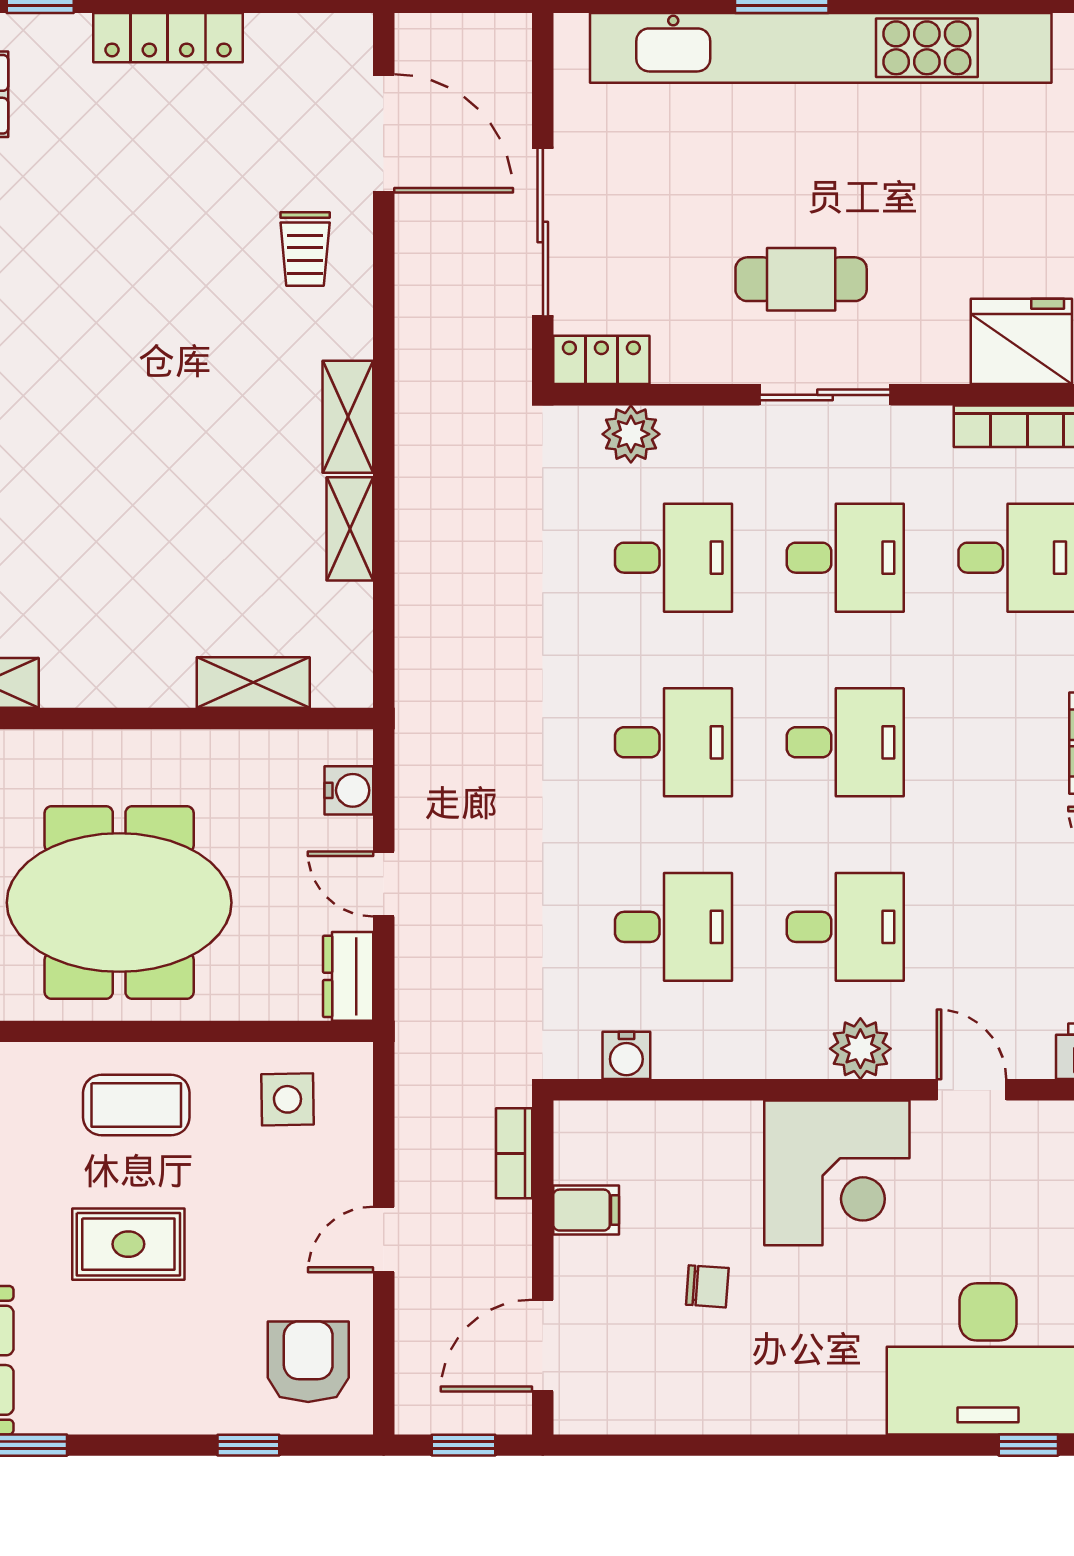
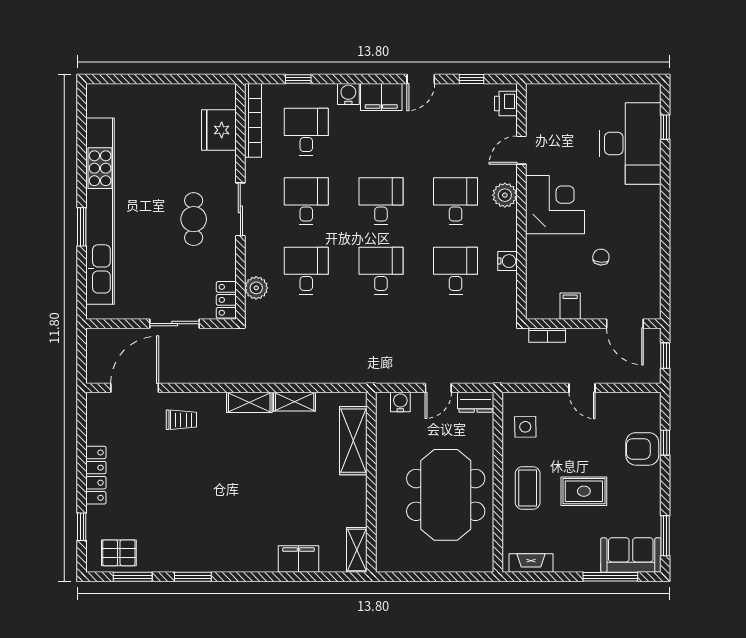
sliding door: (543, 232) -> (175, 324), width x0.73
shelving: (253, 682) -> (353, 441), width x1.50, depth x1.33
water cooler: (626, 1055) -> (508, 261), moved
rug: (128, 1244) -> (584, 491), turned 90
armchair: (308, 1362) -> (642, 449), moved

